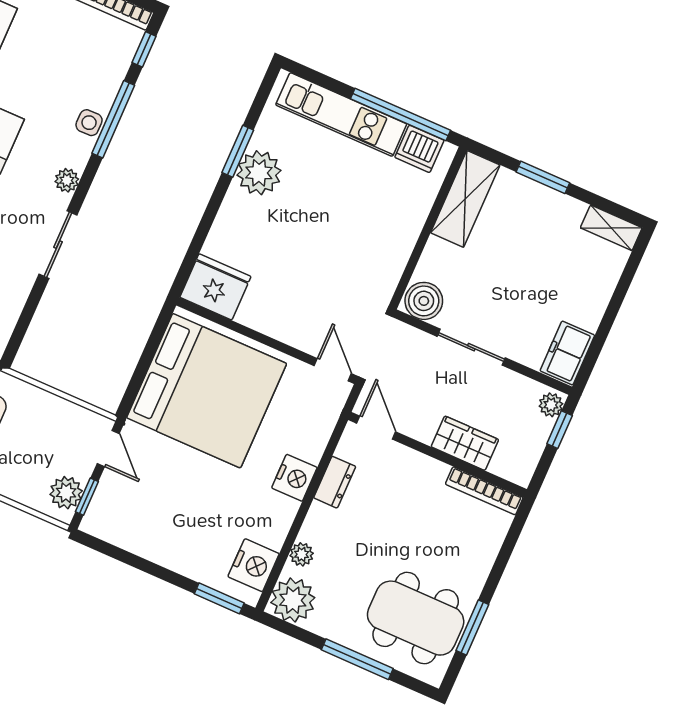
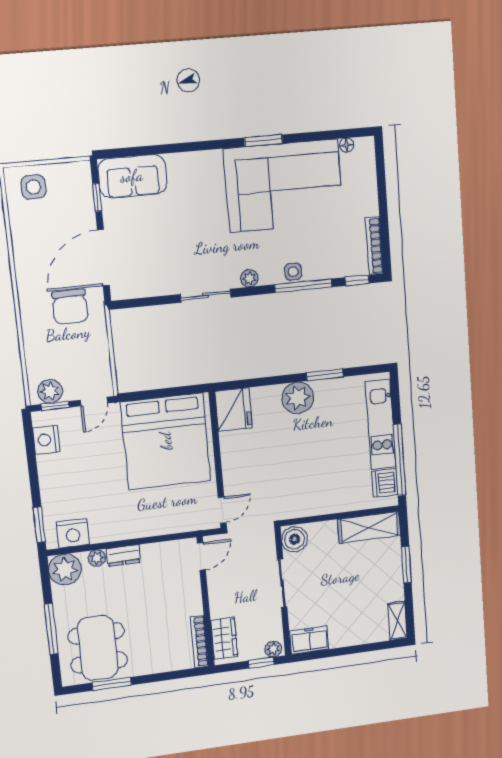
plant: (259, 173) -> (298, 398), moved
wardrobe: (465, 443) -> (224, 638), moved
nightstand: (294, 478) -> (46, 440), moved, turned 90
dresser: (335, 482) -> (123, 555), moved

